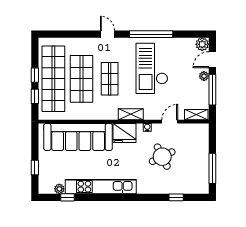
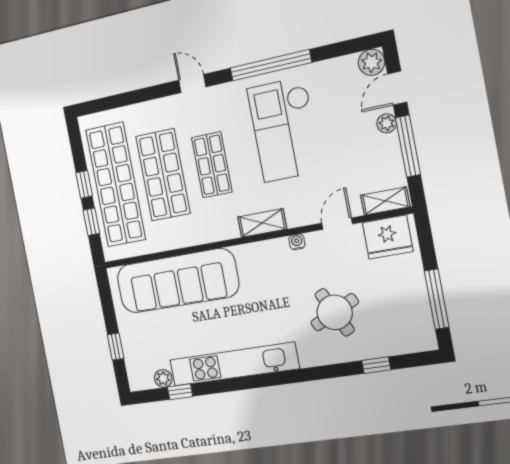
fridge: (124, 133) -> (388, 237), moved
round table: (162, 157) -> (335, 312), moved

